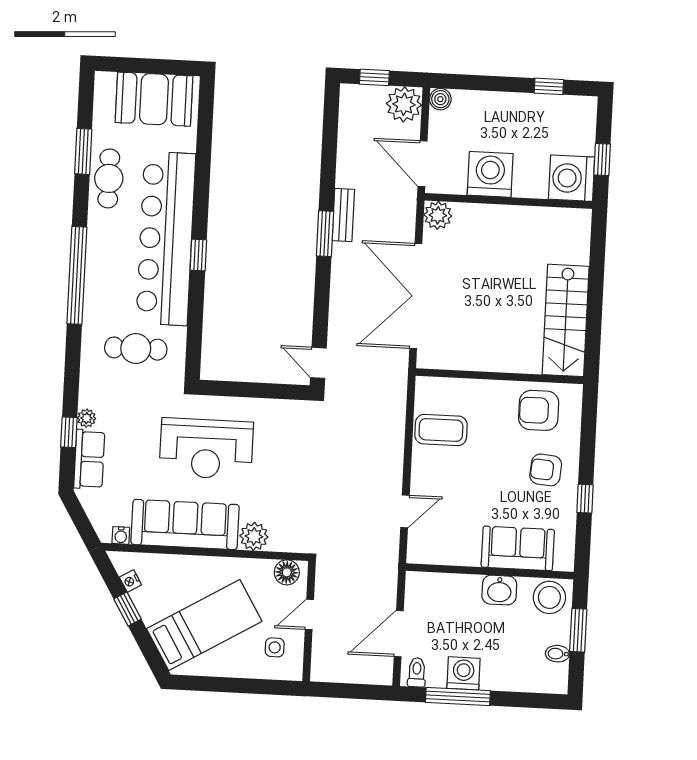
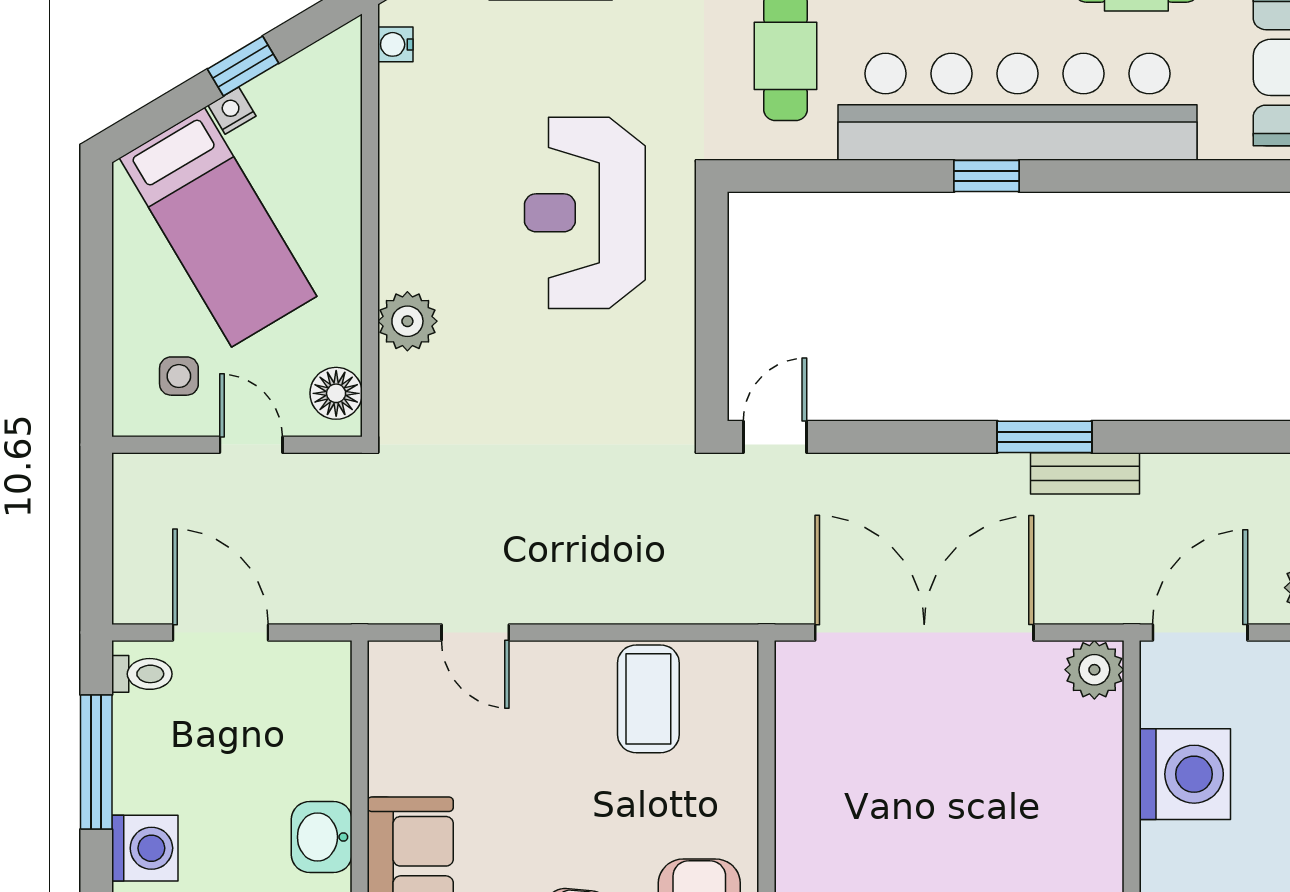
sofa: (185, 525) -> (425, 177), removed
nightstand: (130, 581) -> (232, 111), moved
washing machine: (463, 673) -> (145, 848), moved

